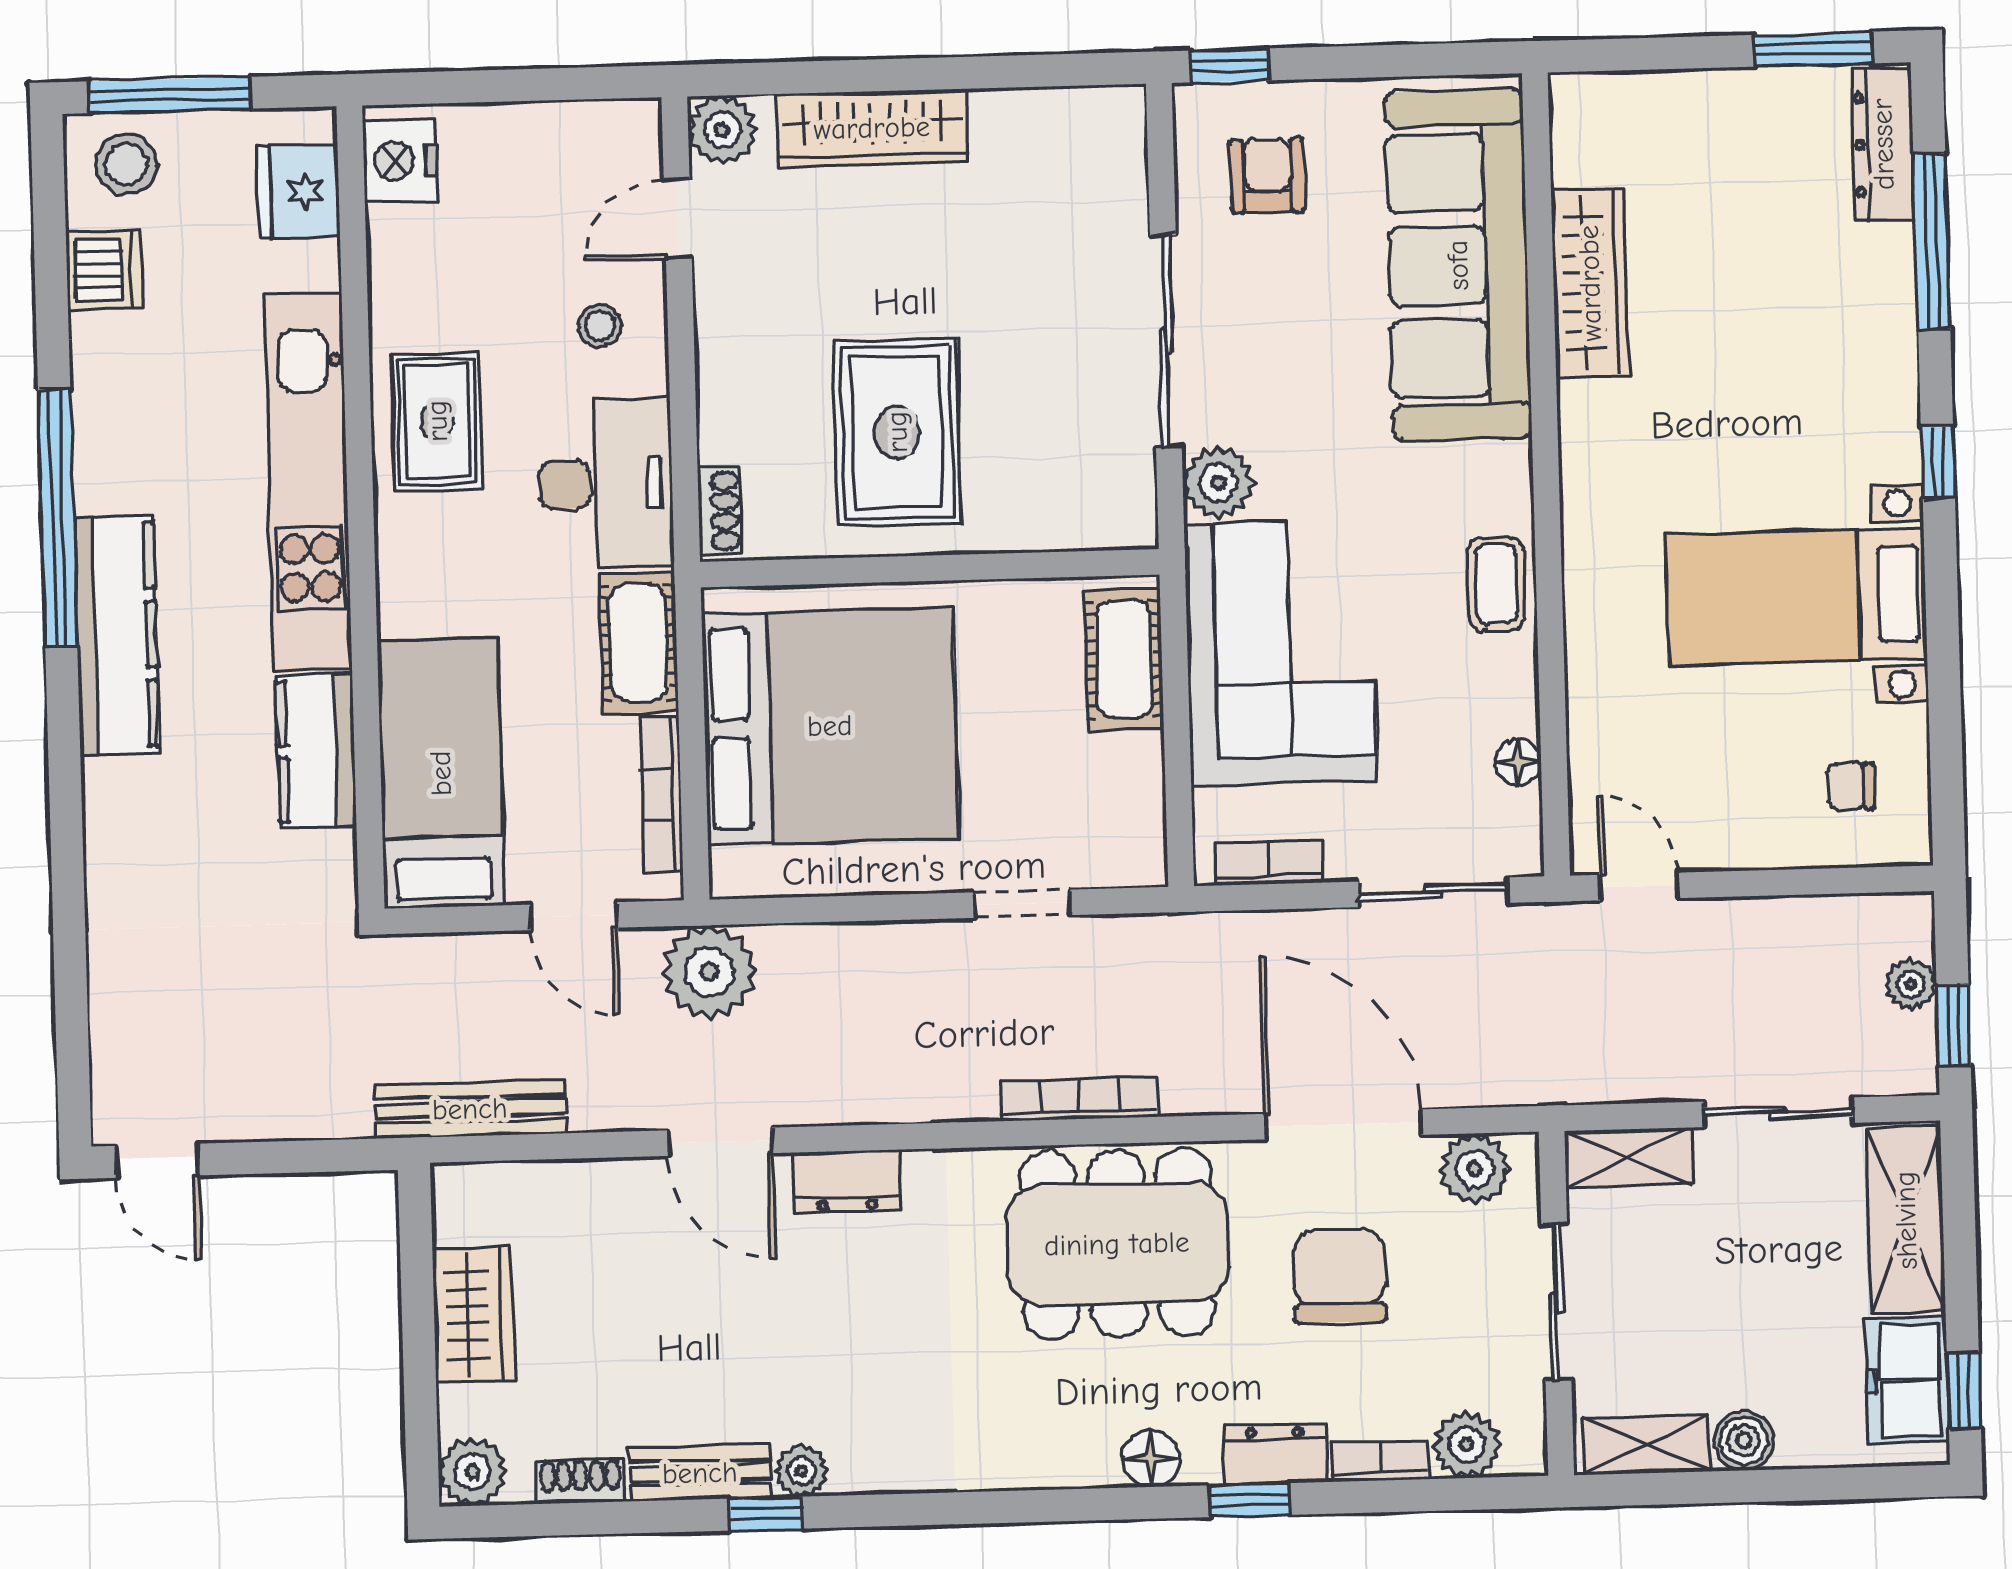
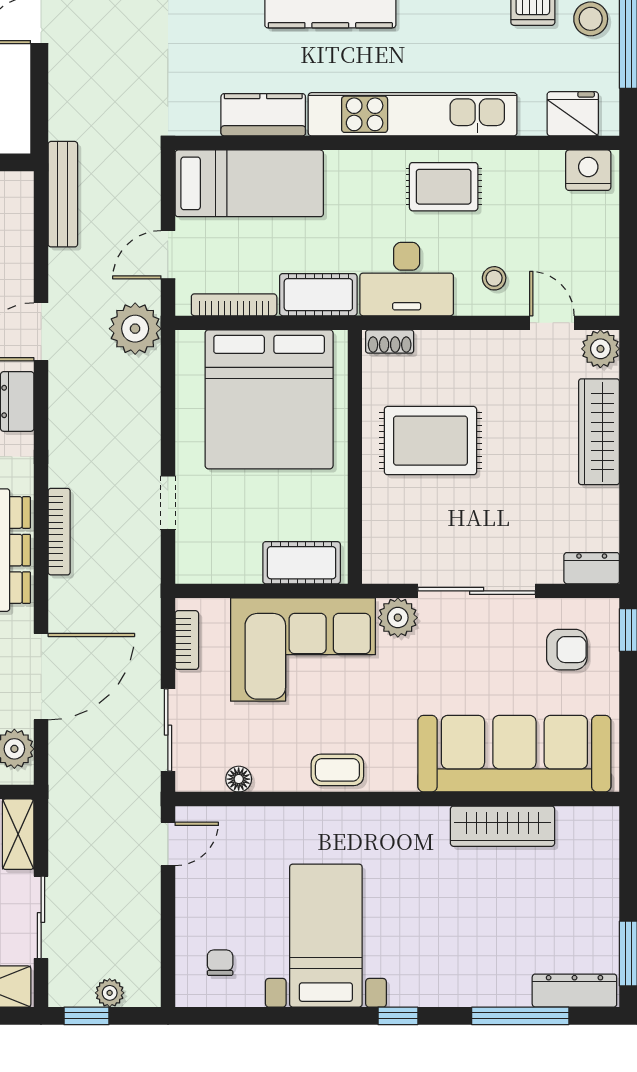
dresser: (1119, 135) -> (592, 568), added

